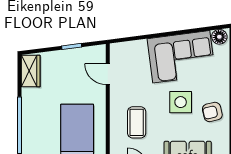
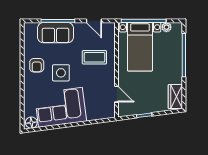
armchair: (212, 112) -> (37, 65), turned 103
coffee table: (137, 122) -> (94, 57), turned 90

